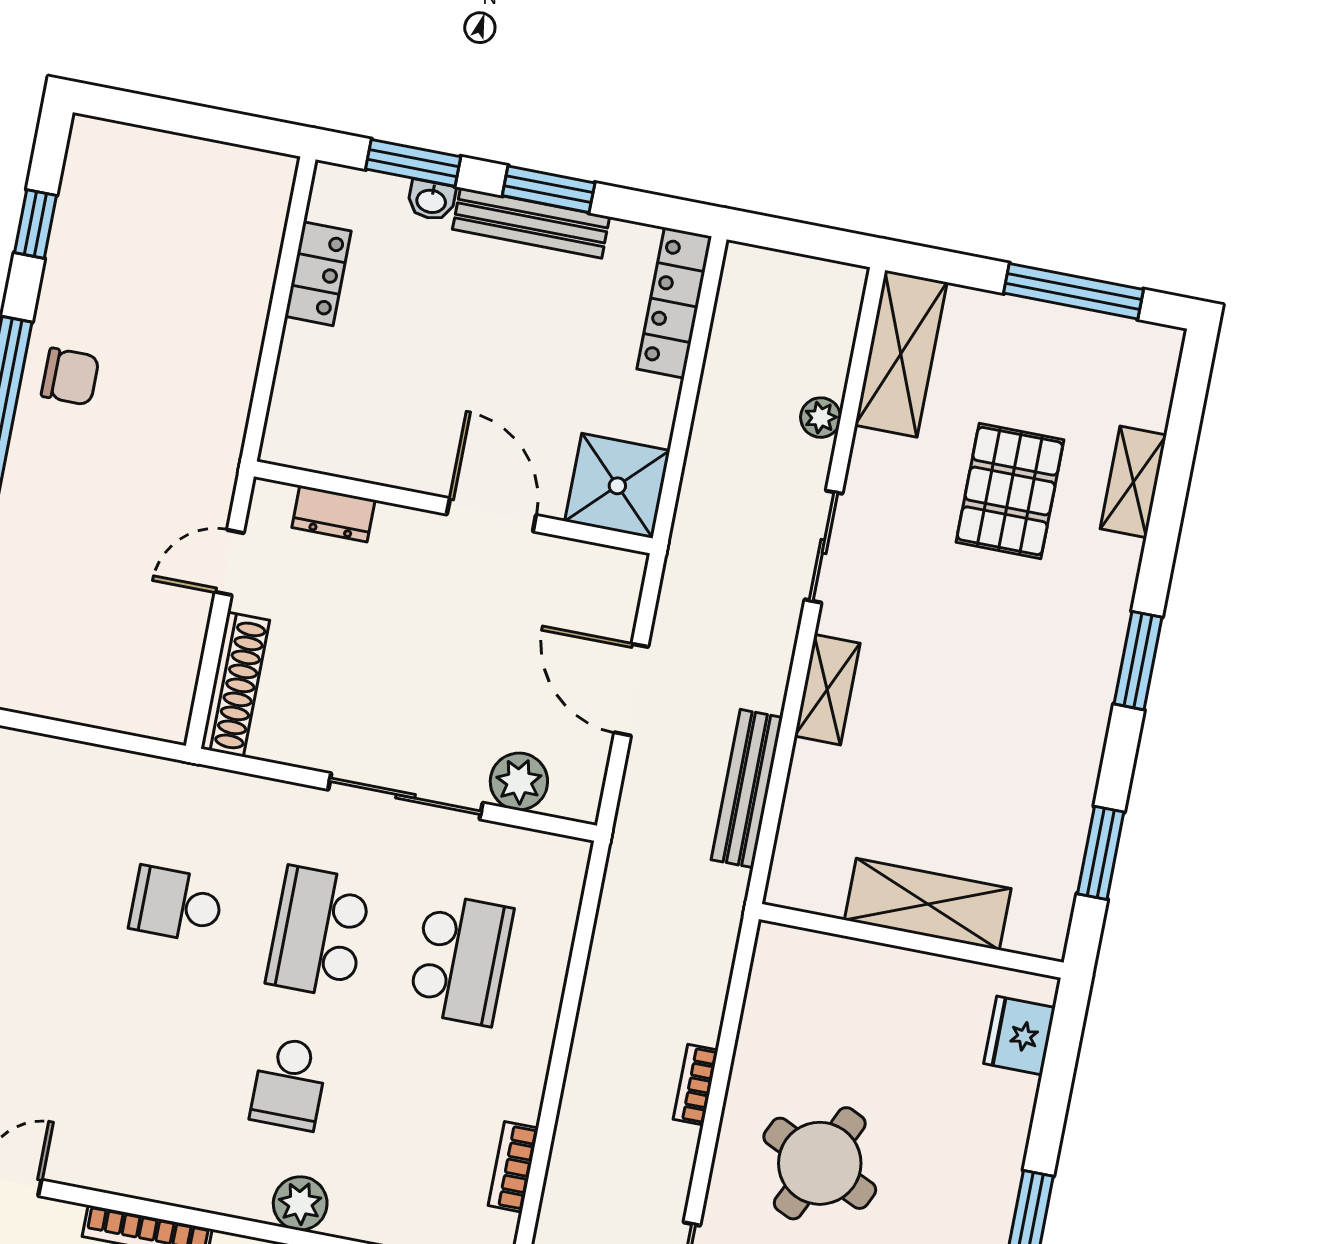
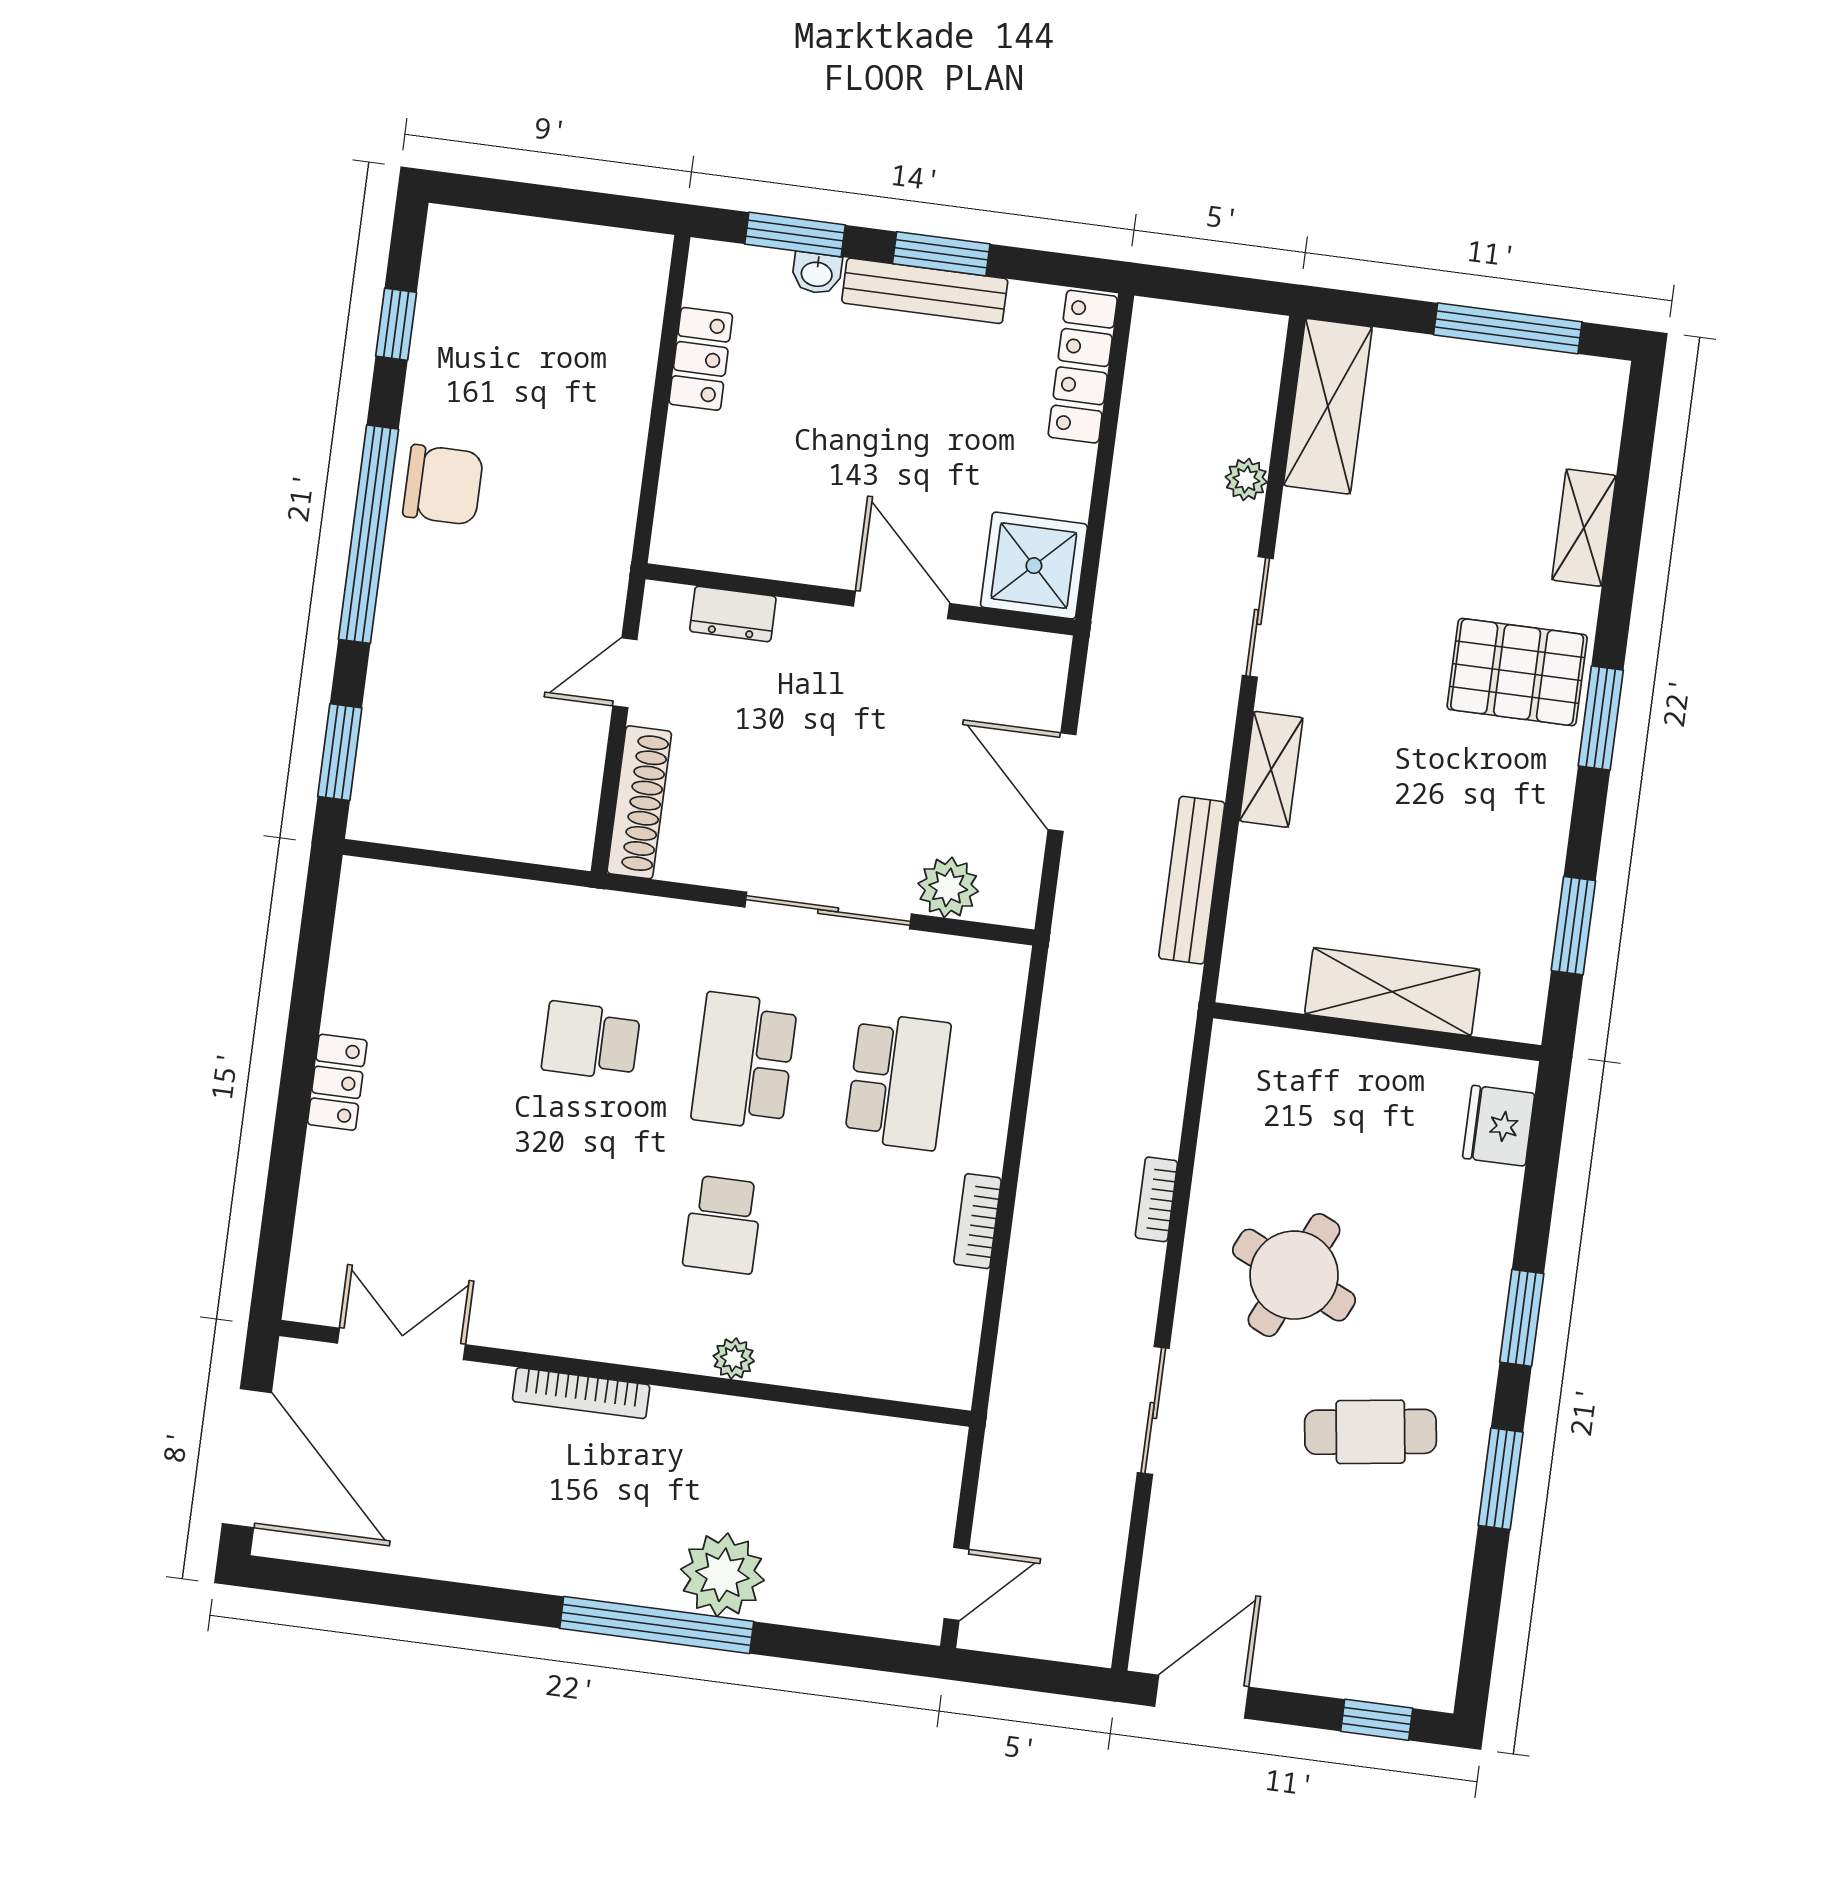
chair: (70, 377) -> (443, 485), width x1.37, depth x1.37
pallet: (1010, 491) -> (1517, 672), moved, turned 90
bookcase: (513, 1167) -> (978, 1221), moved
plant: (300, 1203) -> (734, 1358), width x0.73, depth x0.73

